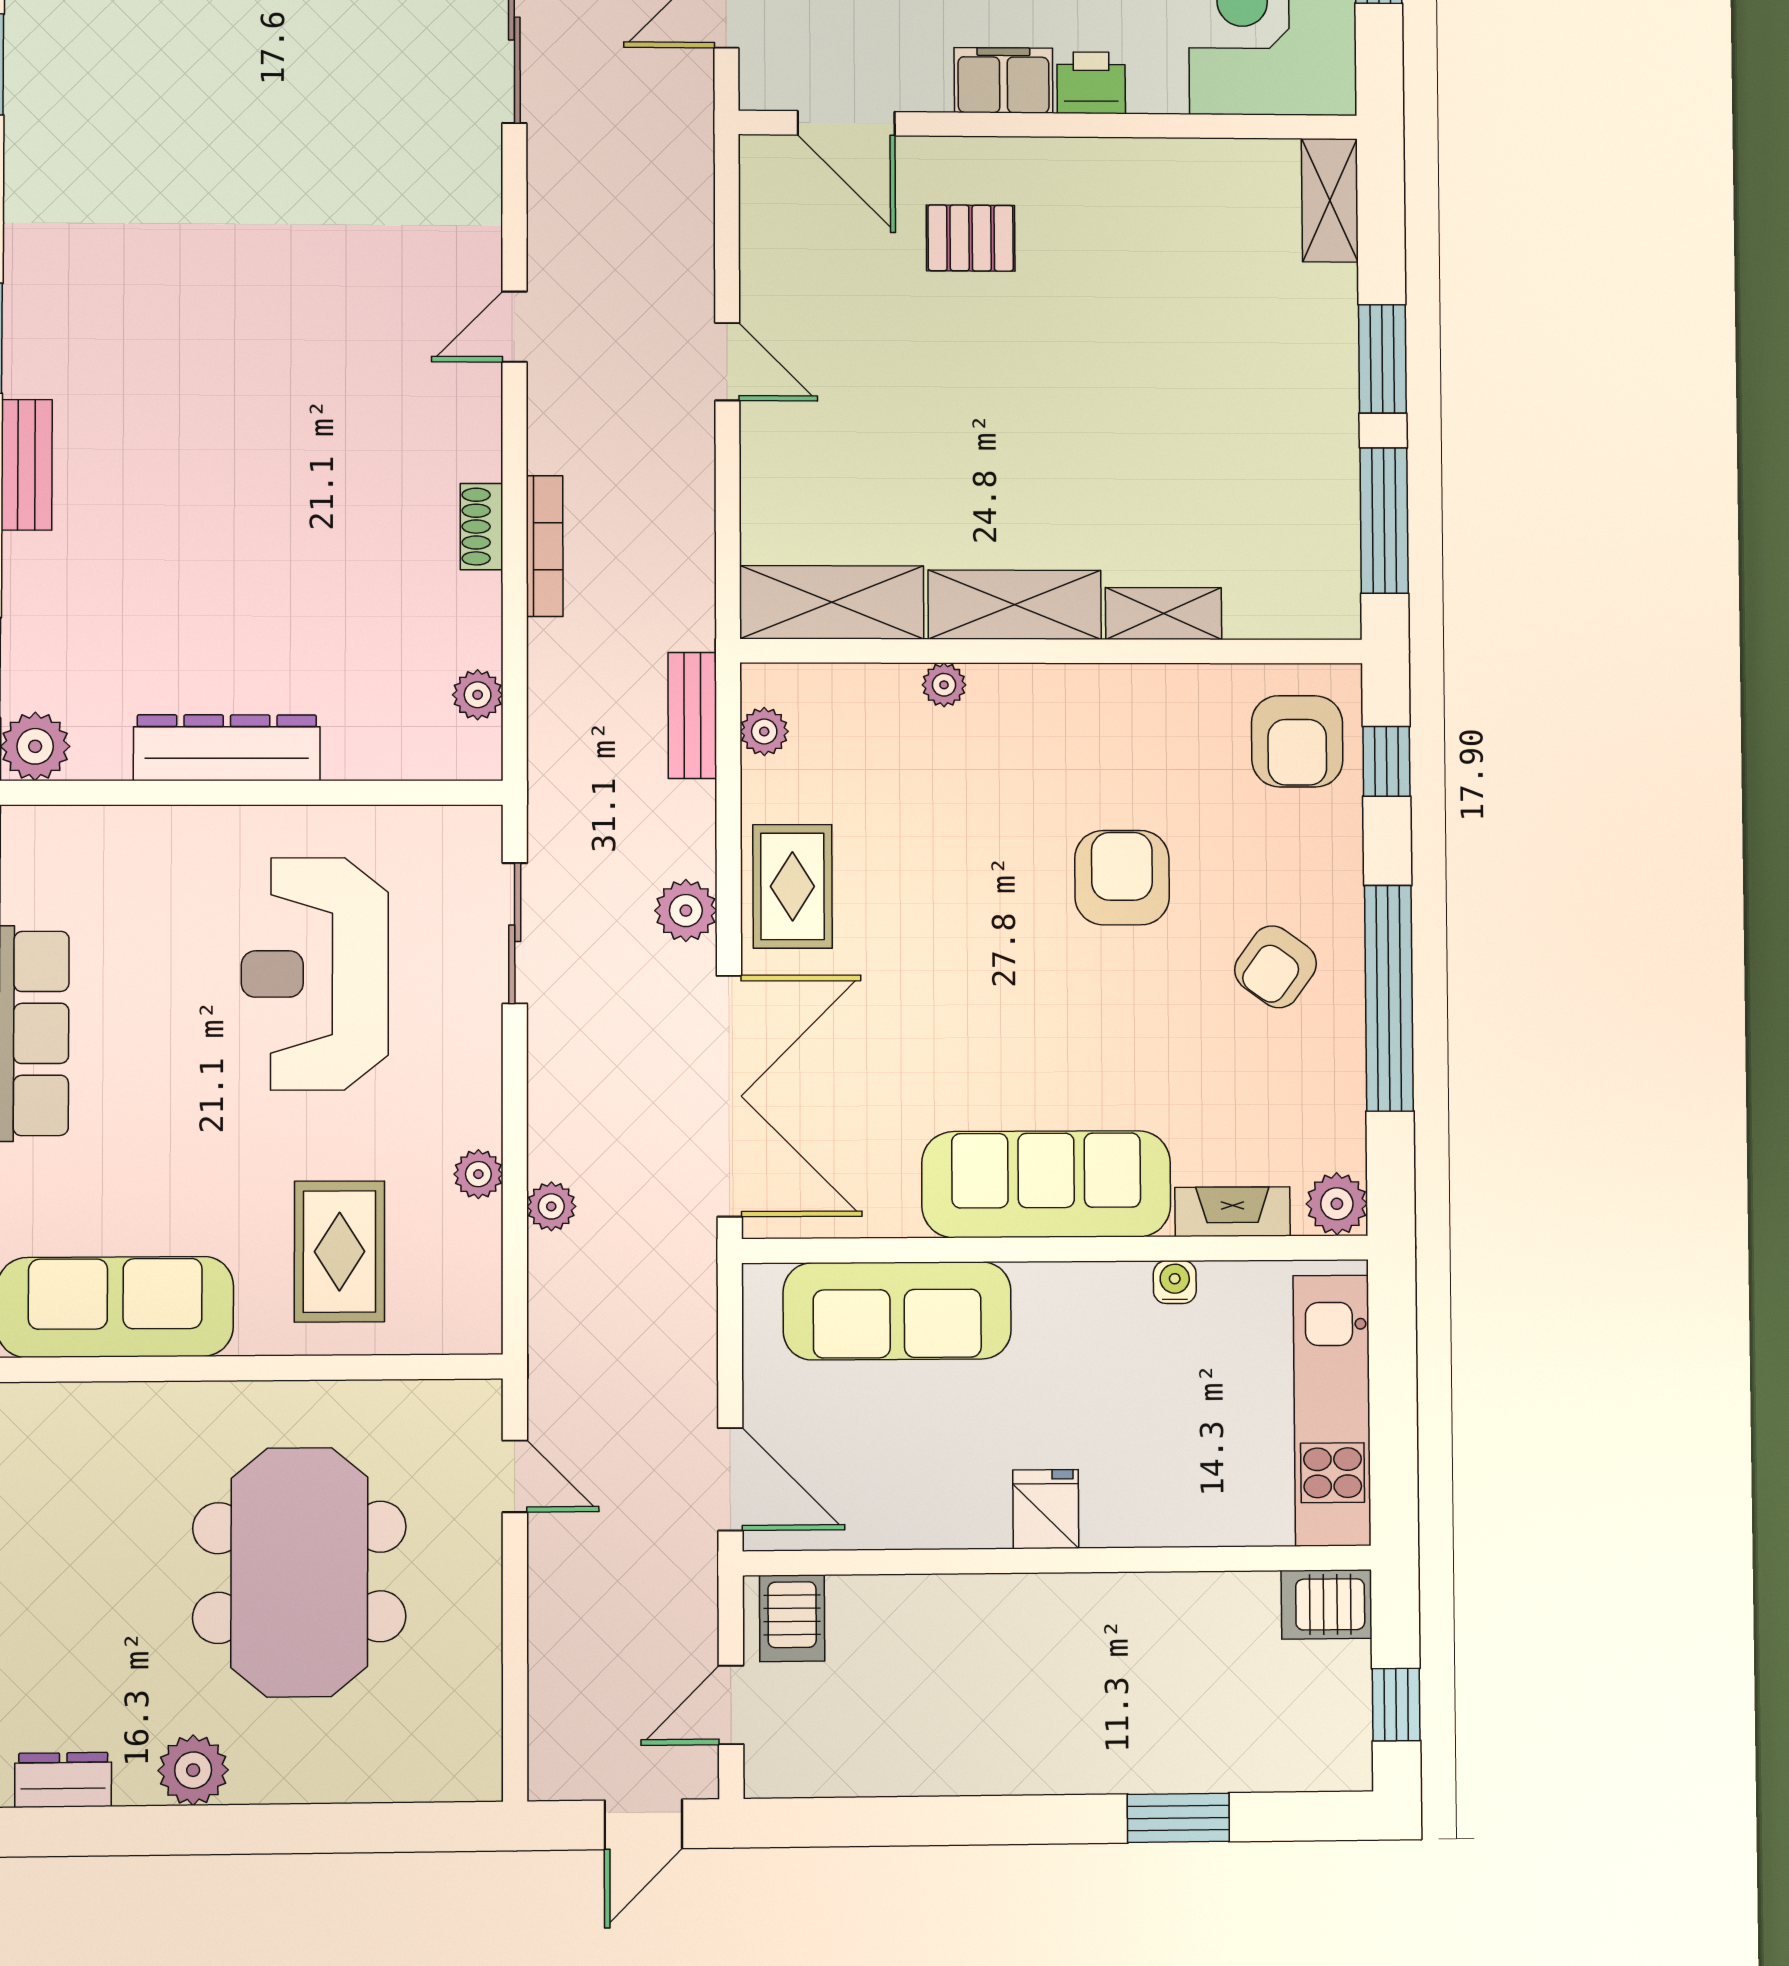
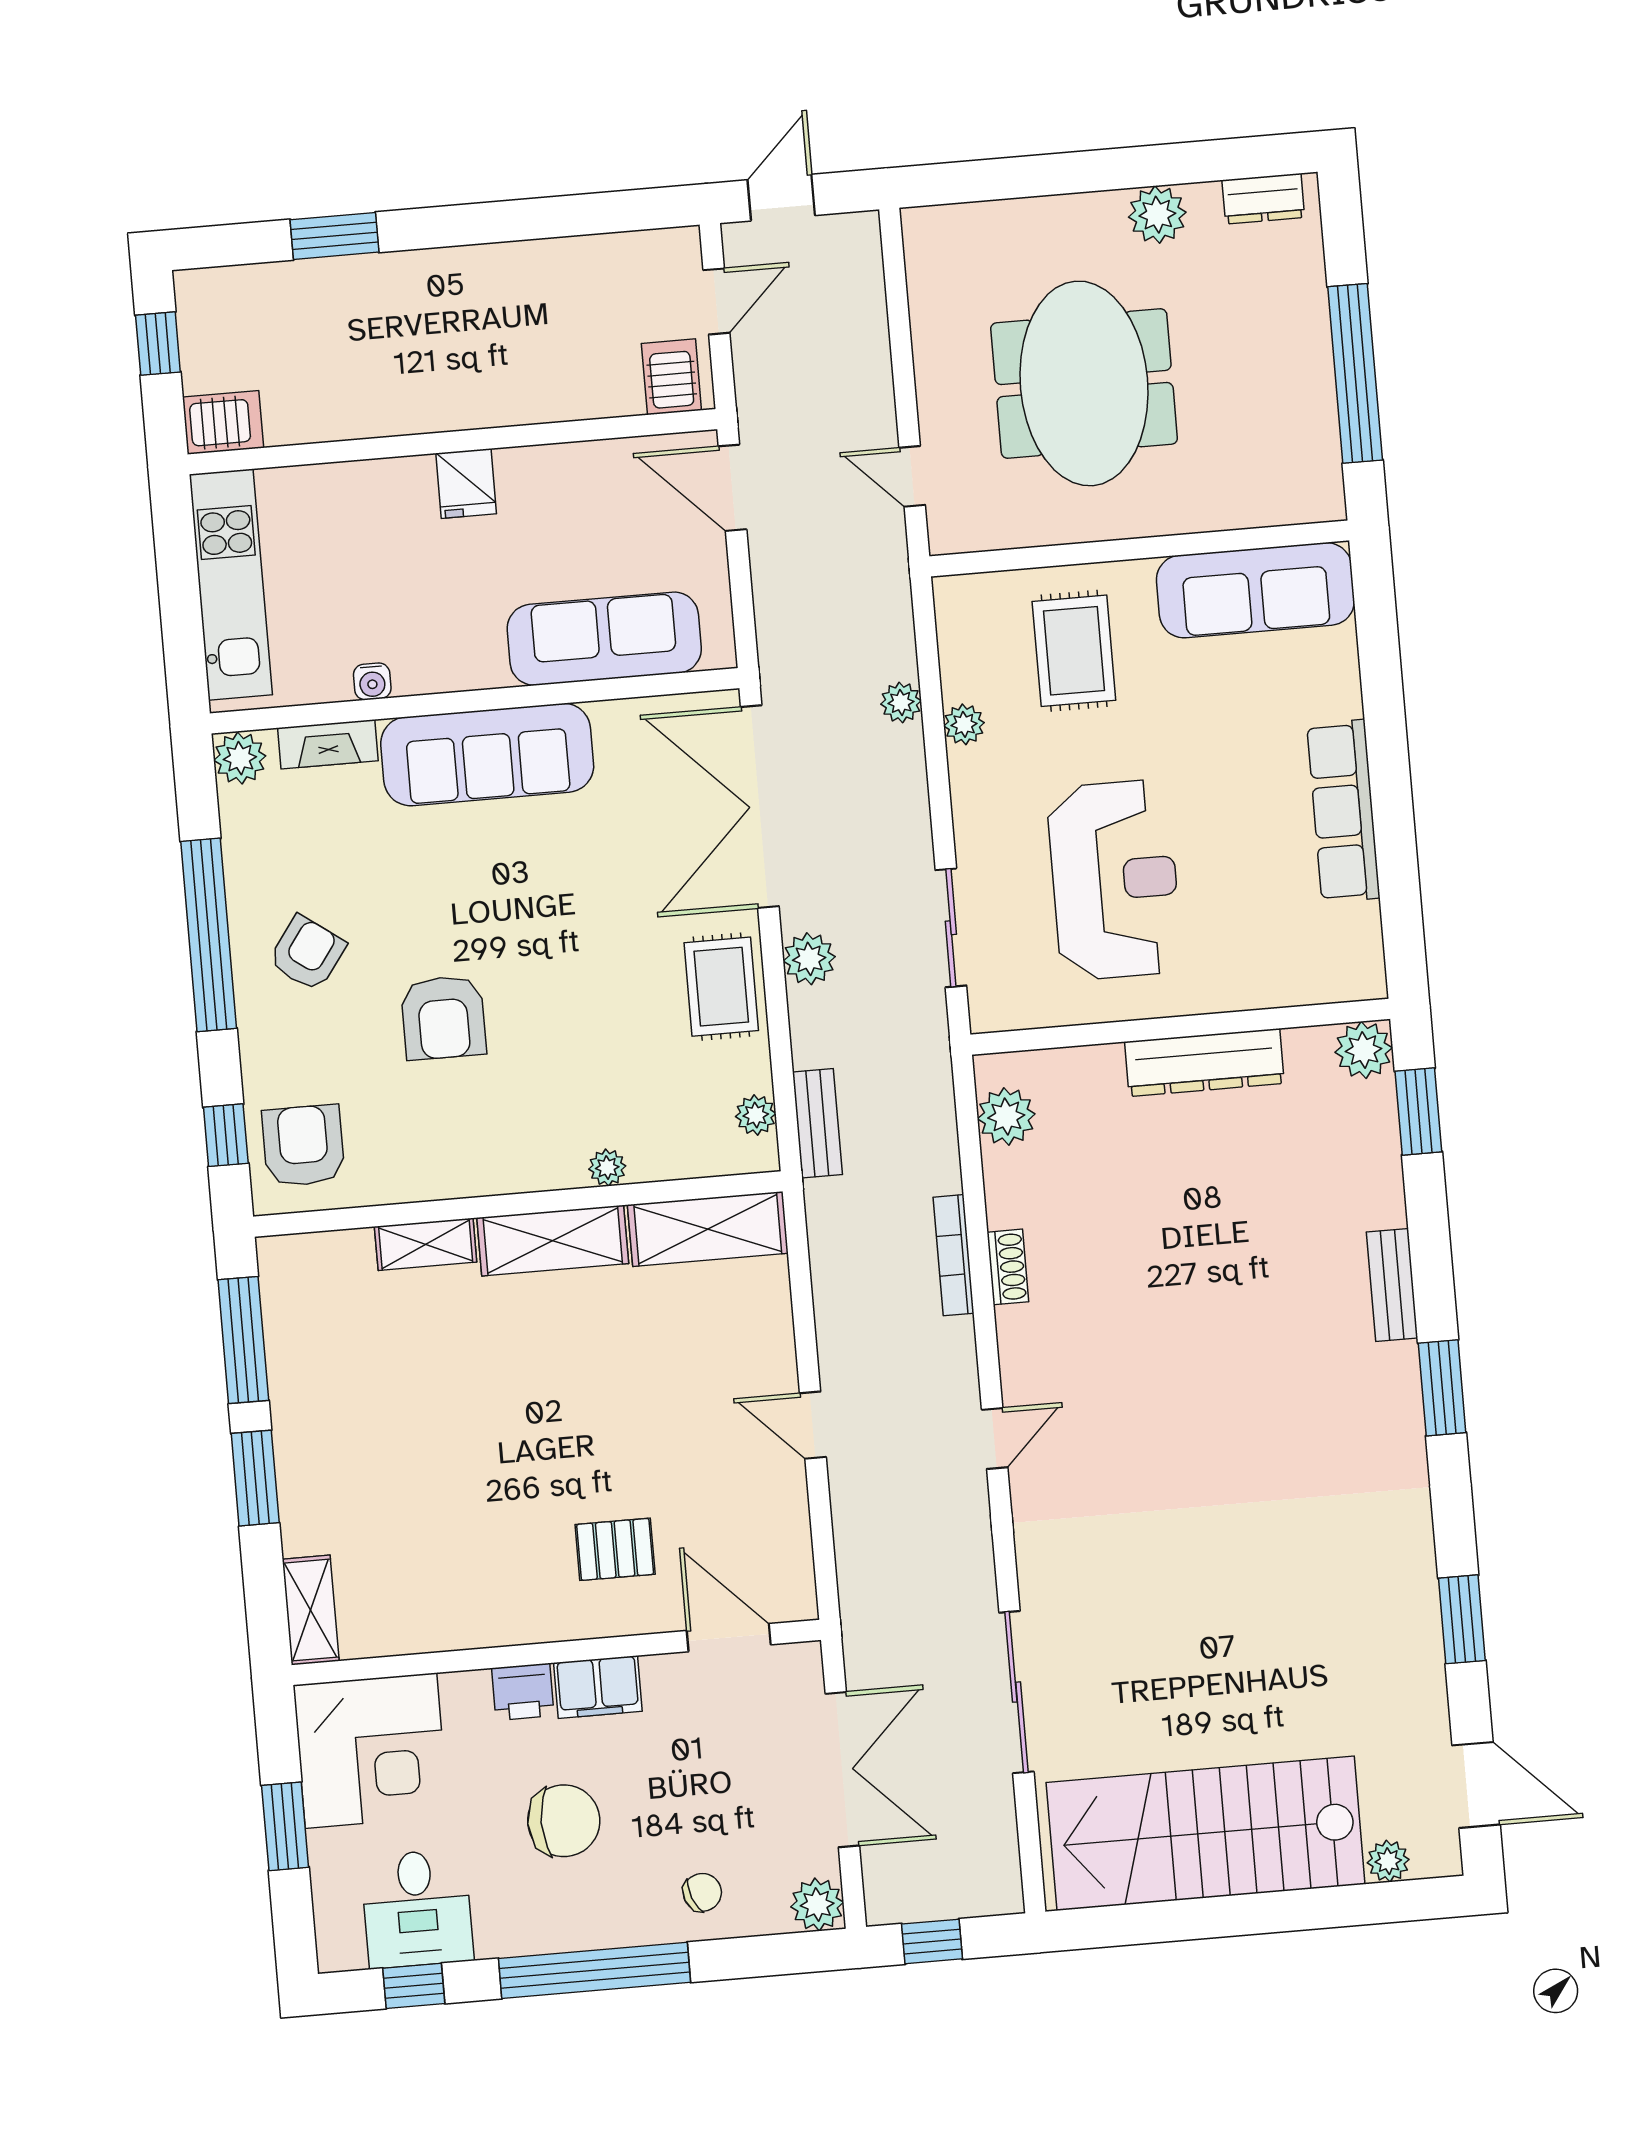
plant: (478, 695) -> (1006, 1116), width x1.38, depth x1.38

